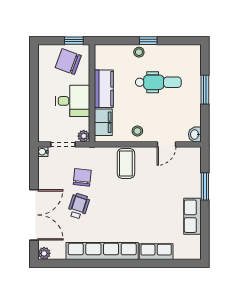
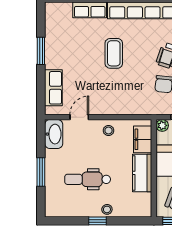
washbasin: (195, 134) -> (54, 134), width x1.91, depth x1.45
coffee table: (126, 163) -> (114, 53), moved
window: (205, 186) -> (41, 51), moved
row of seats: (192, 216) -> (53, 88), moved

